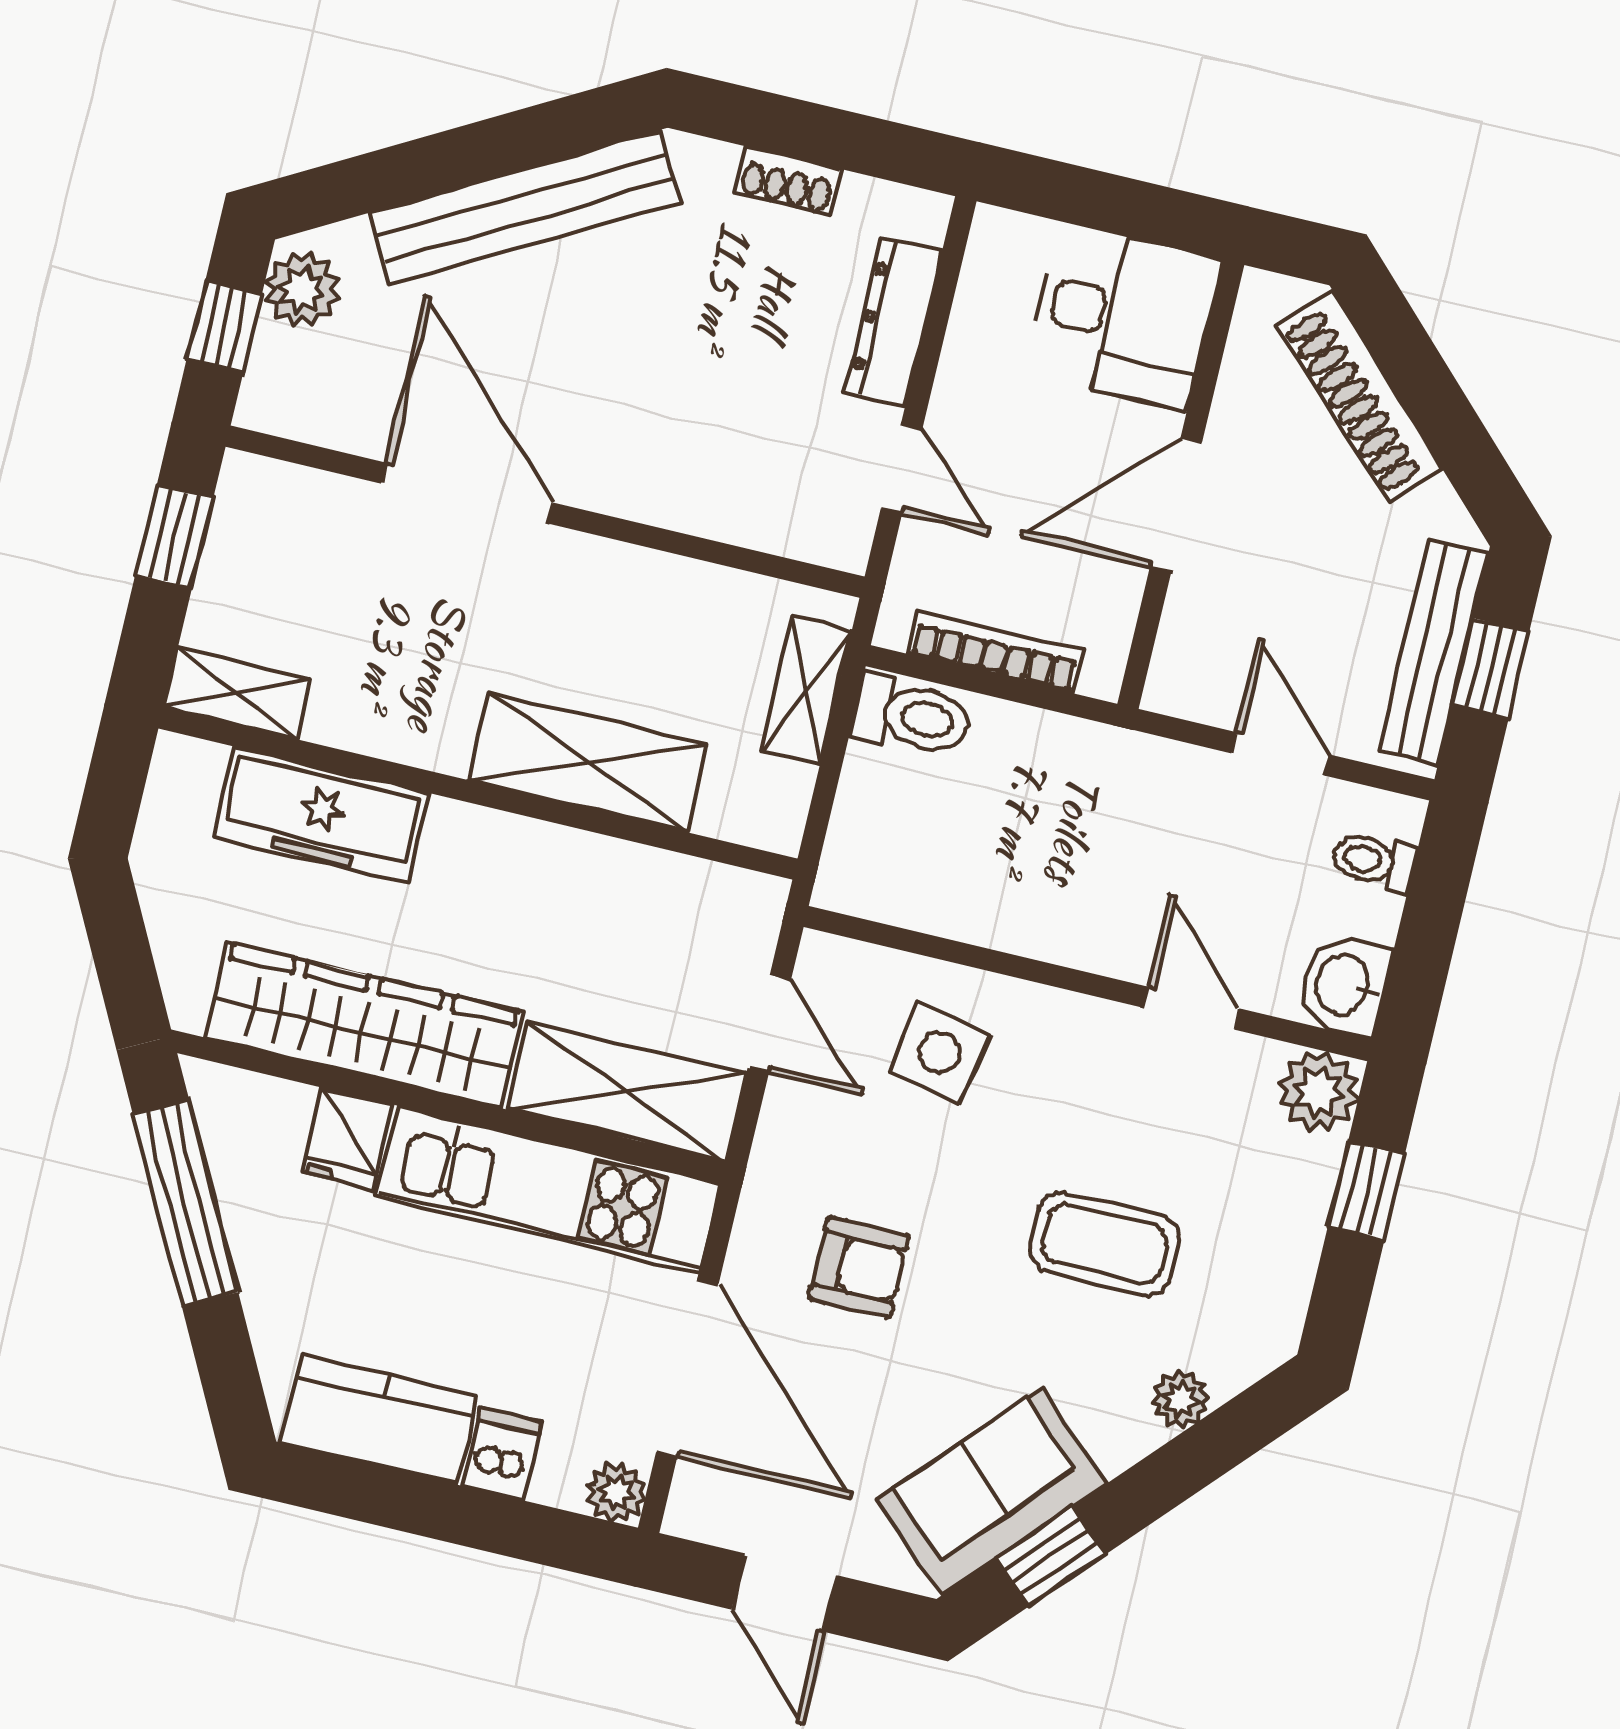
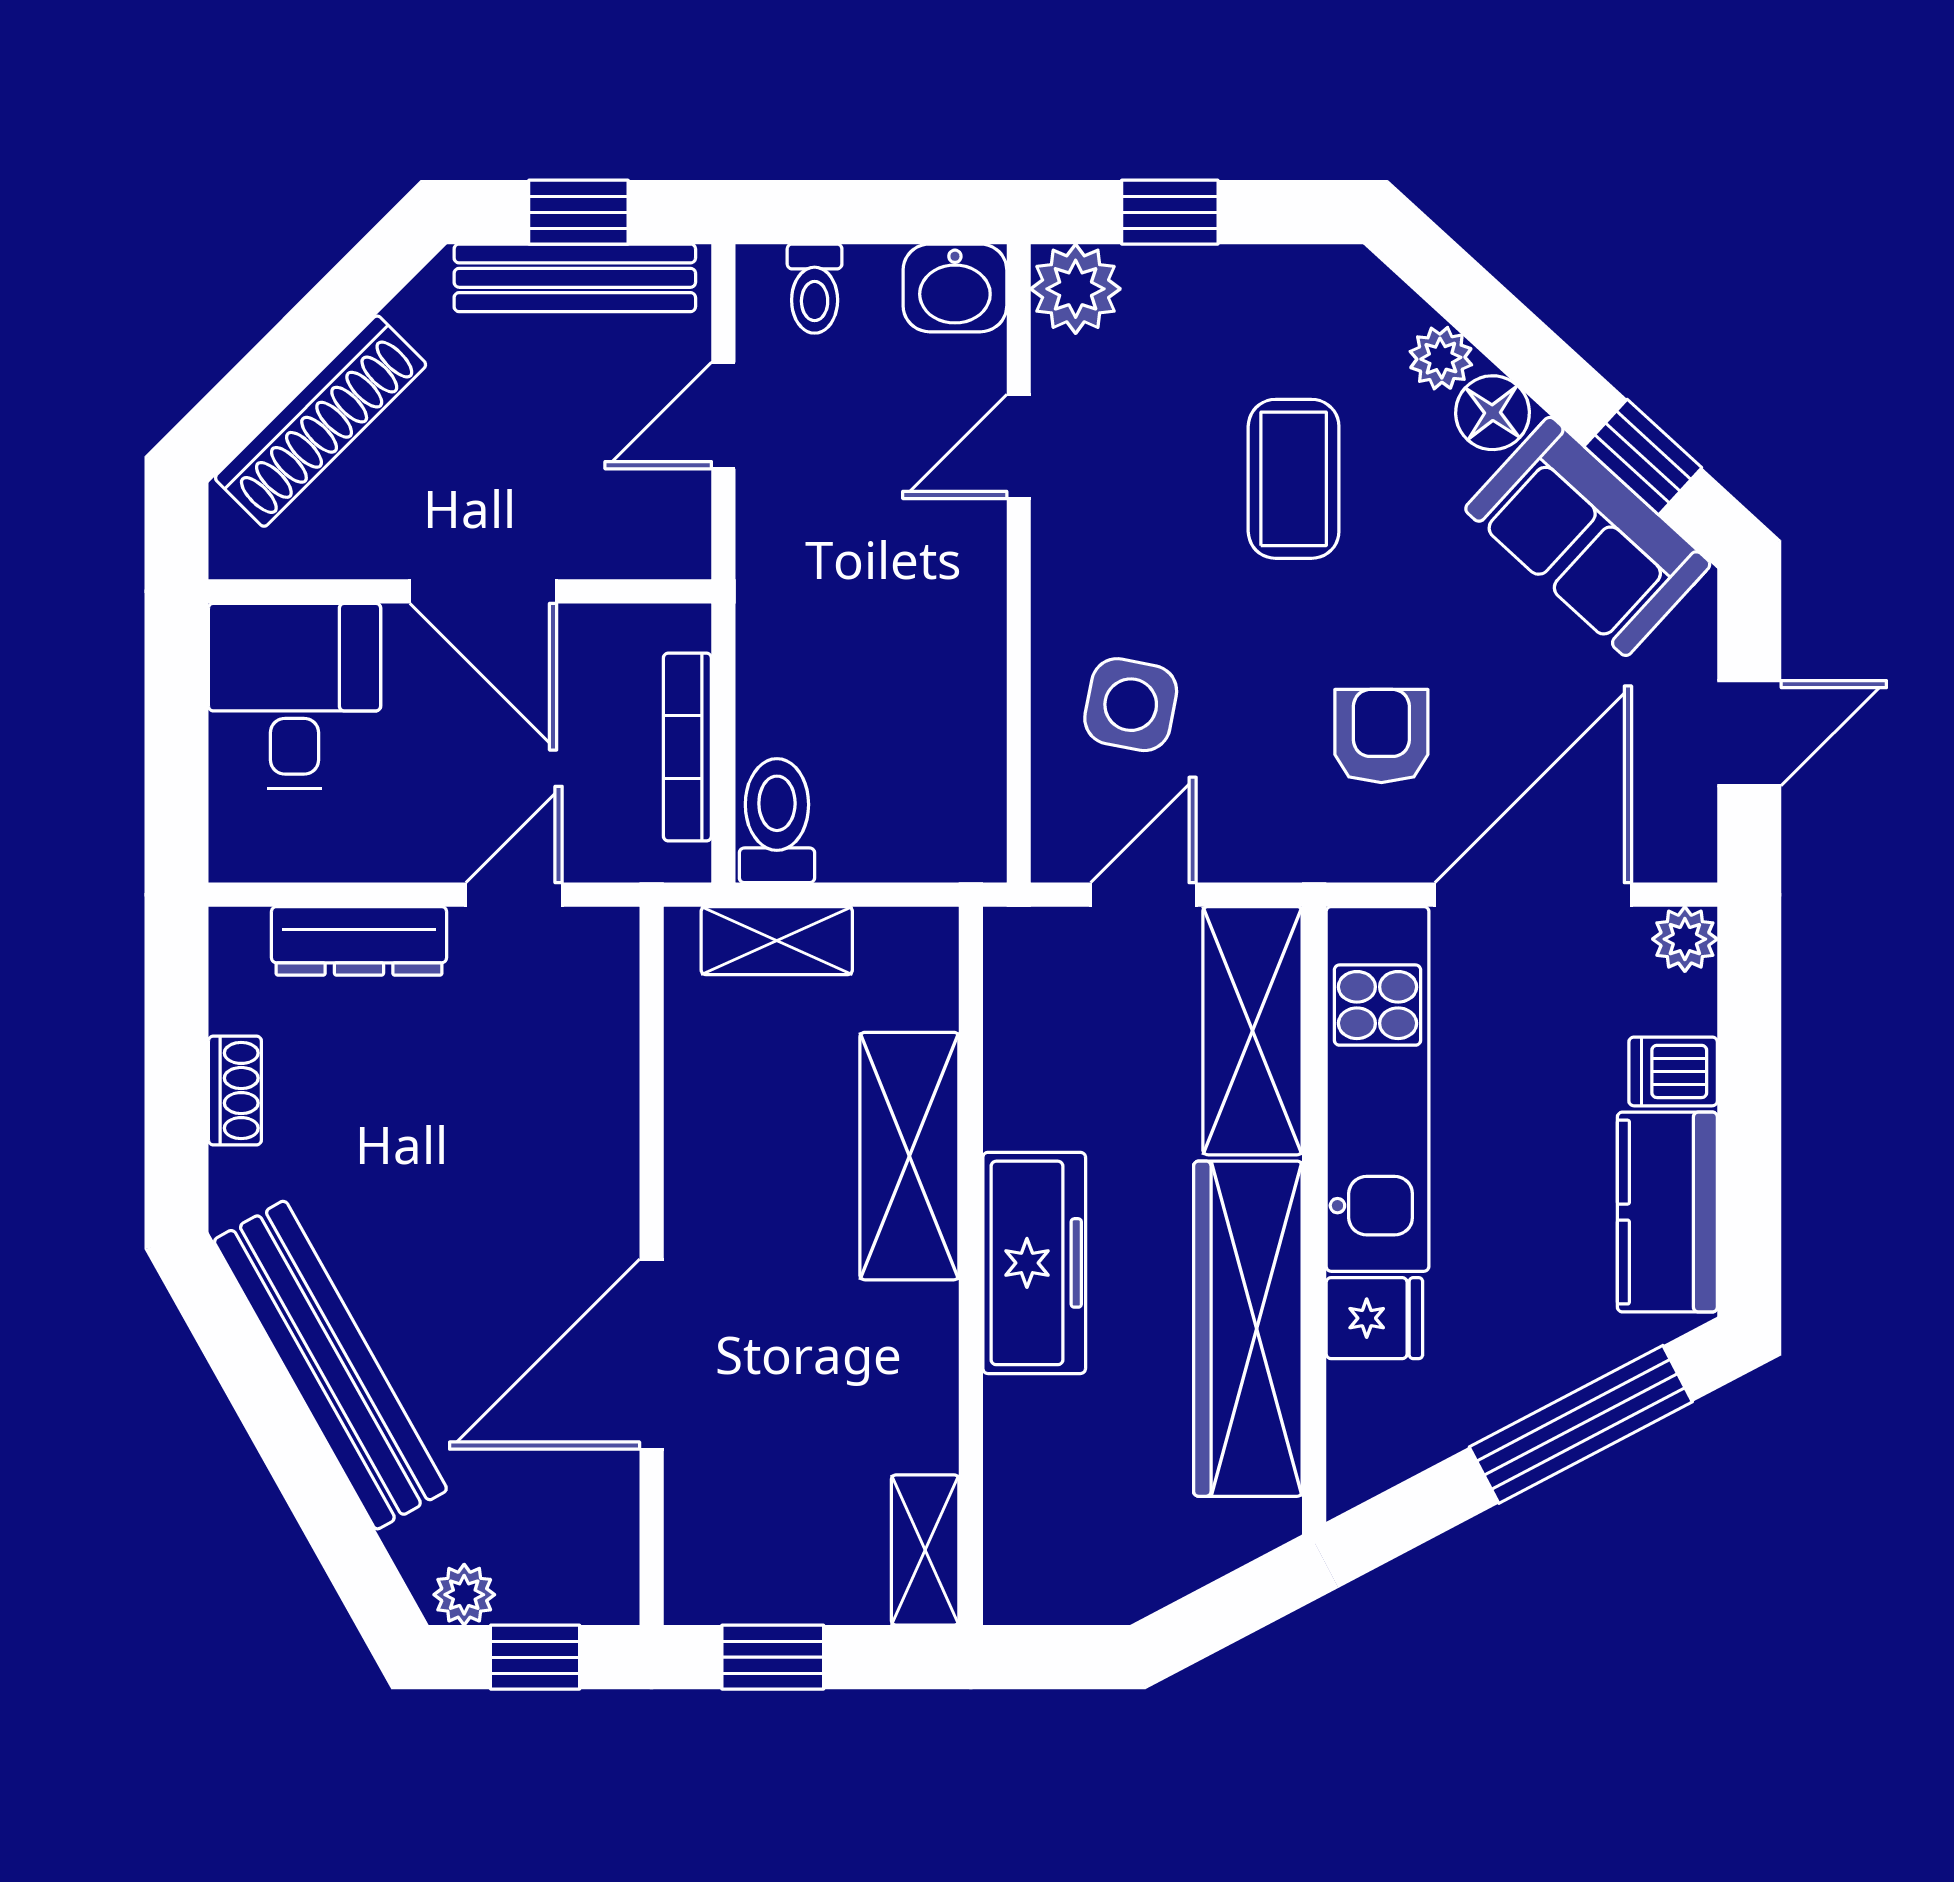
plant: (302, 290) -> (464, 1595), width x0.73, depth x0.73
freezer: (321, 815) -> (1034, 1263), moved
window: (185, 1203) -> (1581, 1424), moved
floor lamp: (1121, 1433) -> (1493, 413), added

